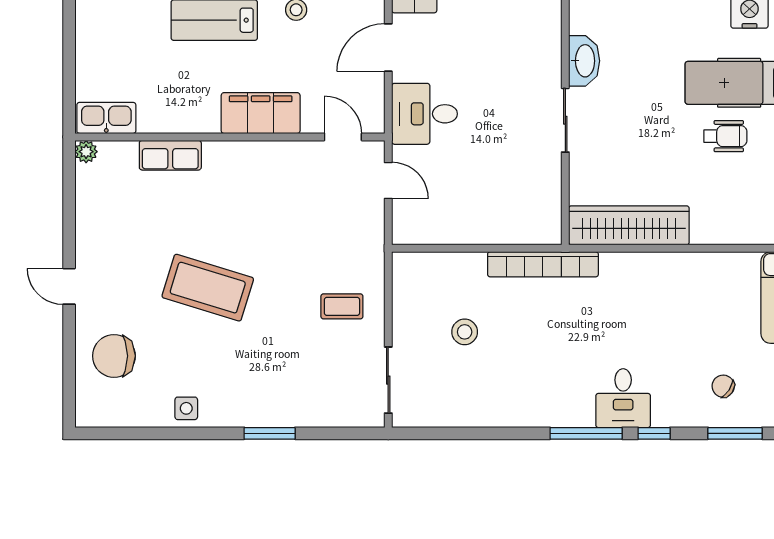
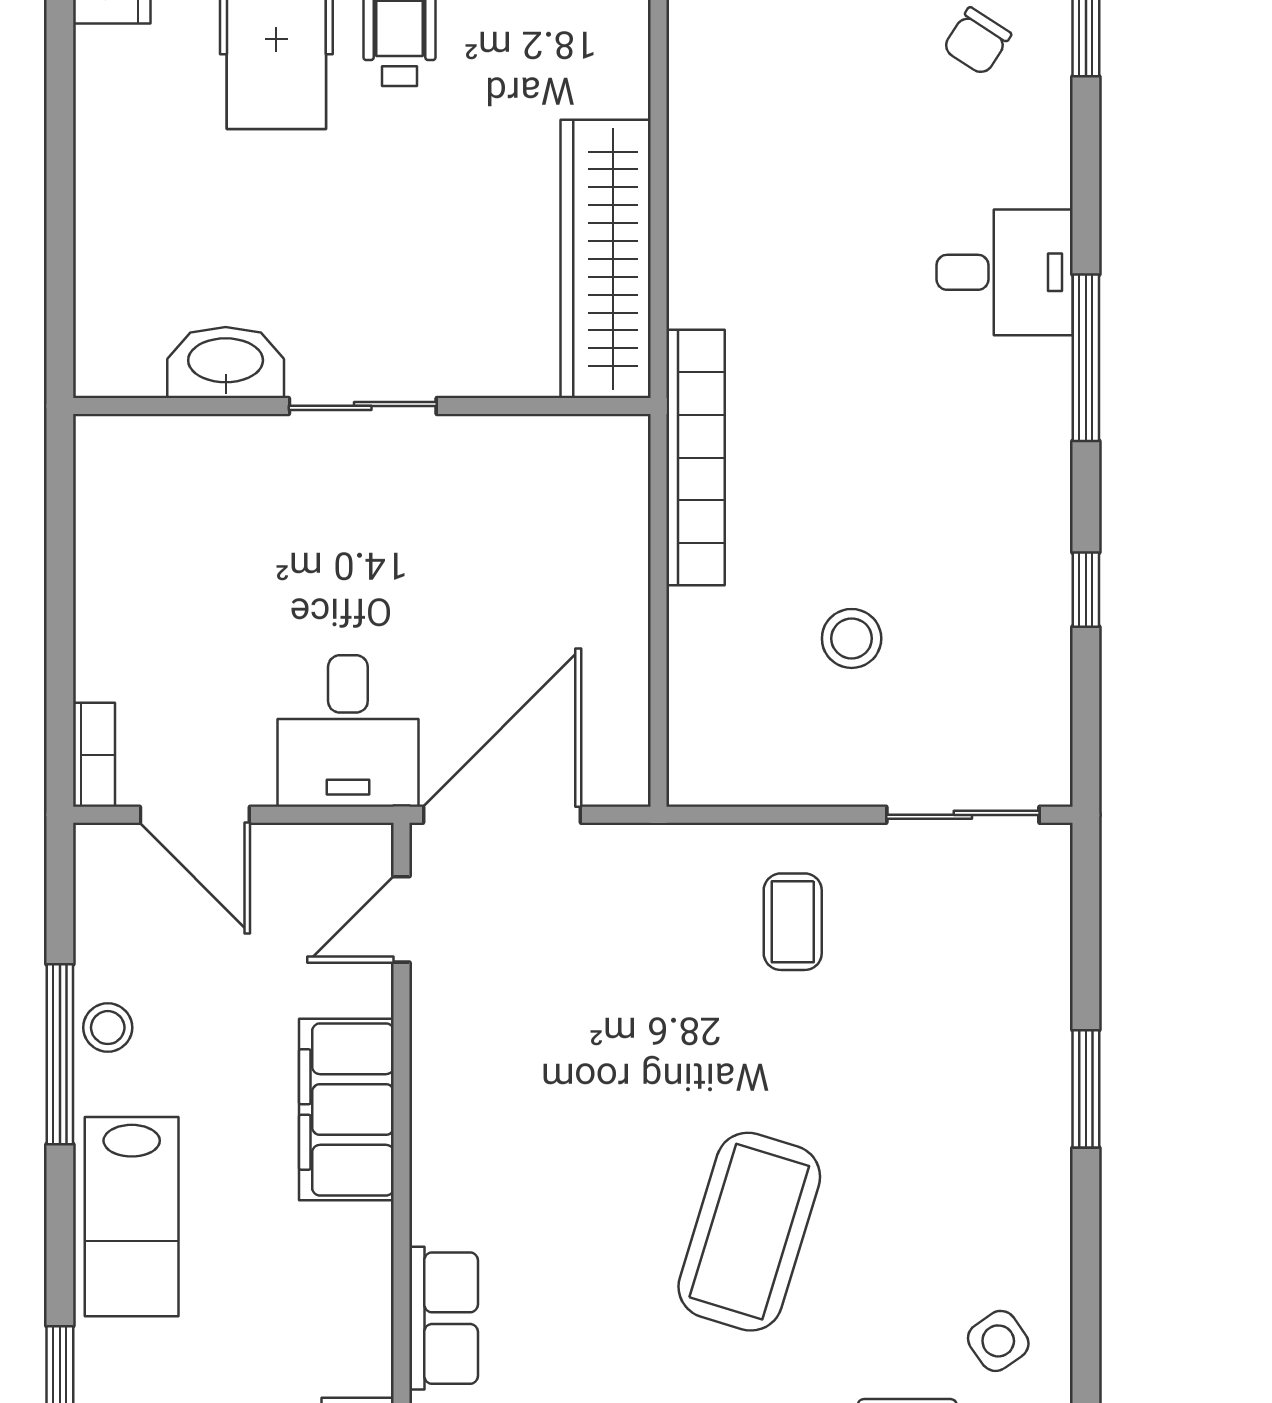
door: (388, 181) -> (502, 815), width x1.87
side table: (186, 408) -> (998, 1341), moved, turned -35
window: (654, 433) -> (1086, 590), moved

